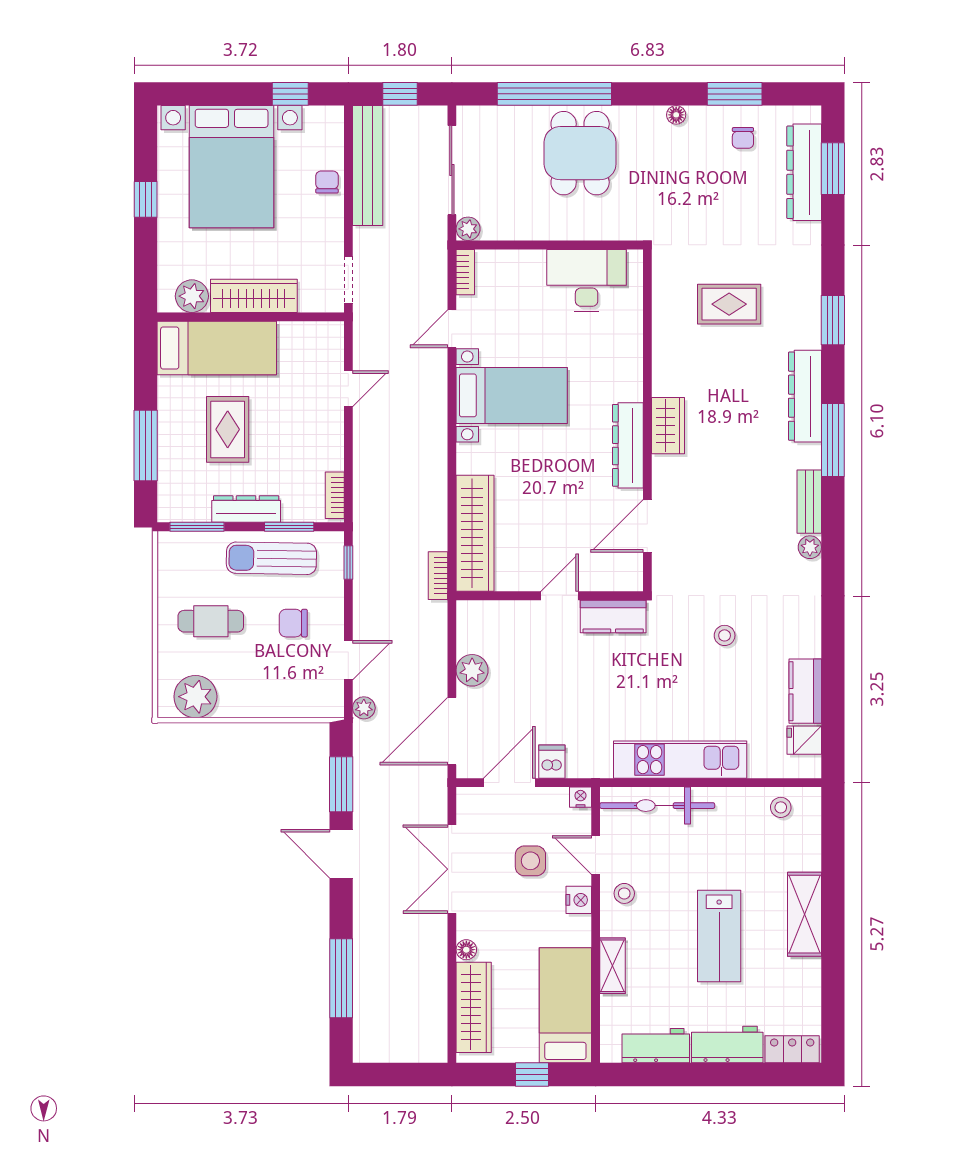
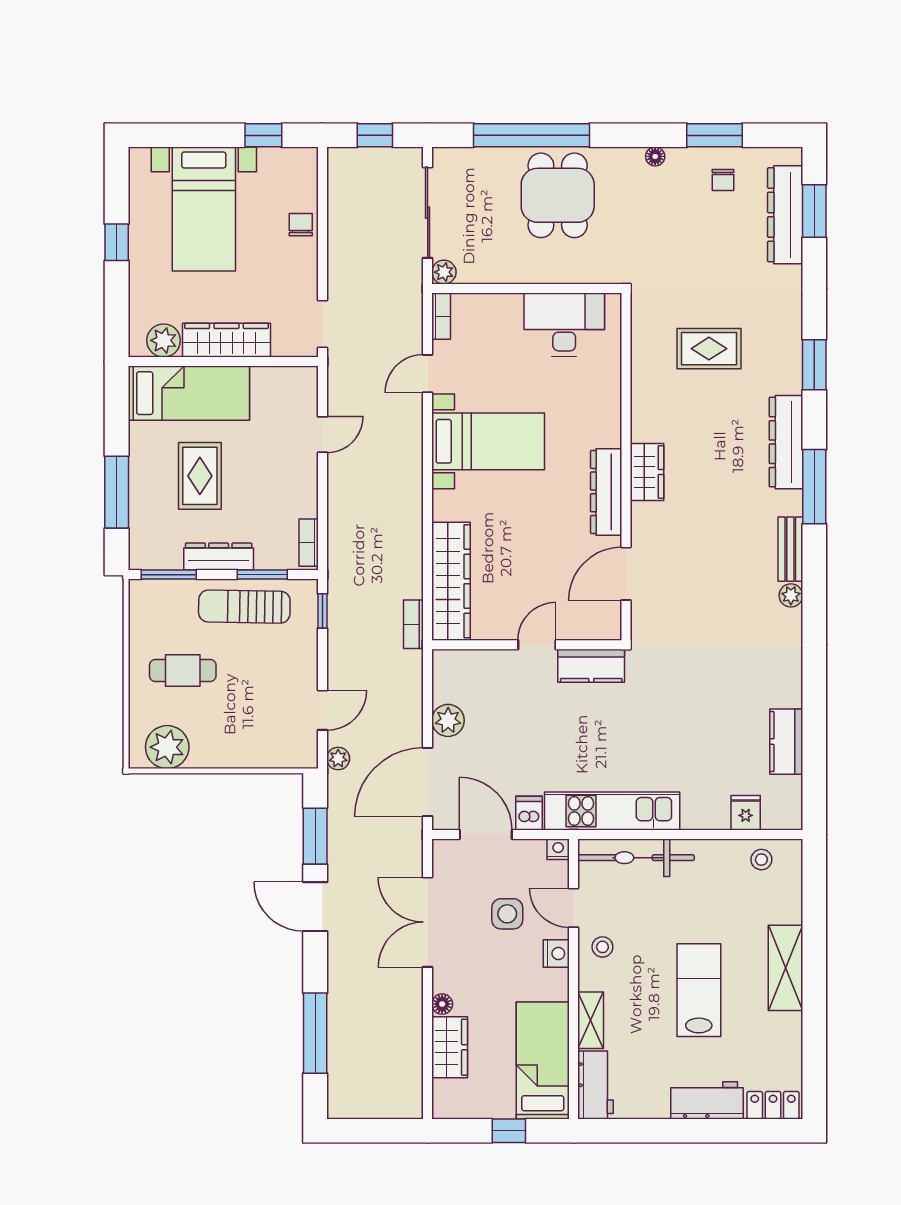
bench: (368, 166) -> (342, 208), removed
bed with nightstands: (232, 167) -> (204, 209), width x0.73
chair: (293, 623) -> (266, 672), removed
stool: (725, 635) -> (704, 685), removed
fridge: (804, 740) -> (746, 813), moved, turned 90
kitchen unit: (680, 760) -> (612, 811), moved
door: (509, 783) -> (486, 834), hinge flipped
lab bench: (719, 936) -> (699, 990), turned 180
wardrobe: (474, 1007) -> (450, 1047), width x0.67
workbench: (656, 1046) -> (595, 1085), moved, turned 90

